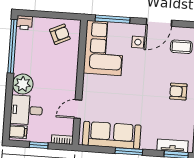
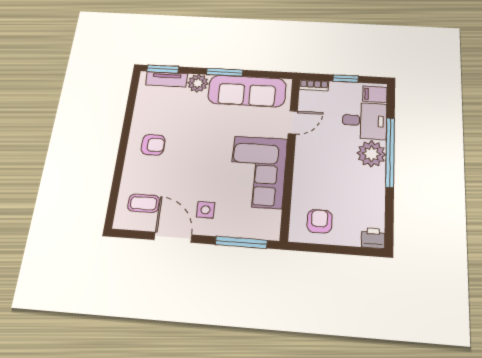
door: (159, 22) -> (173, 237), hinge flipped
armchair: (60, 34) -> (319, 221), turned 115
window: (12, 46) -> (390, 152), moved
corner sofa: (104, 48) -> (258, 172), moved
plant: (149, 142) -> (198, 83), added

